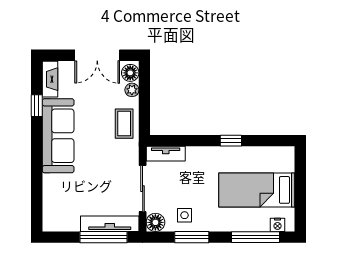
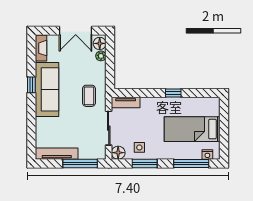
window: (37, 106) -> (31, 85), moved
coffee table: (124, 124) -> (89, 96), moved
tv unit: (110, 224) -> (57, 154), moved

